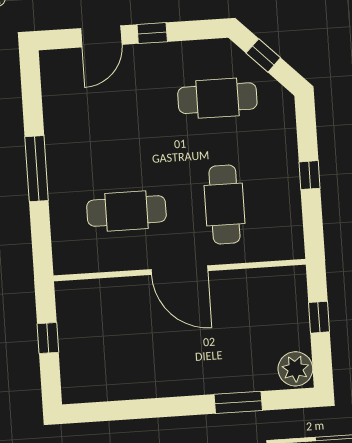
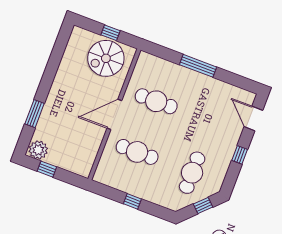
door: (101, 36) -> (253, 118), moved
cafe table: (126, 211) -> (156, 101), turned 90
window: (319, 317) -> (47, 169), moved
spiral stairs: (94, 326) -> (106, 58), added

